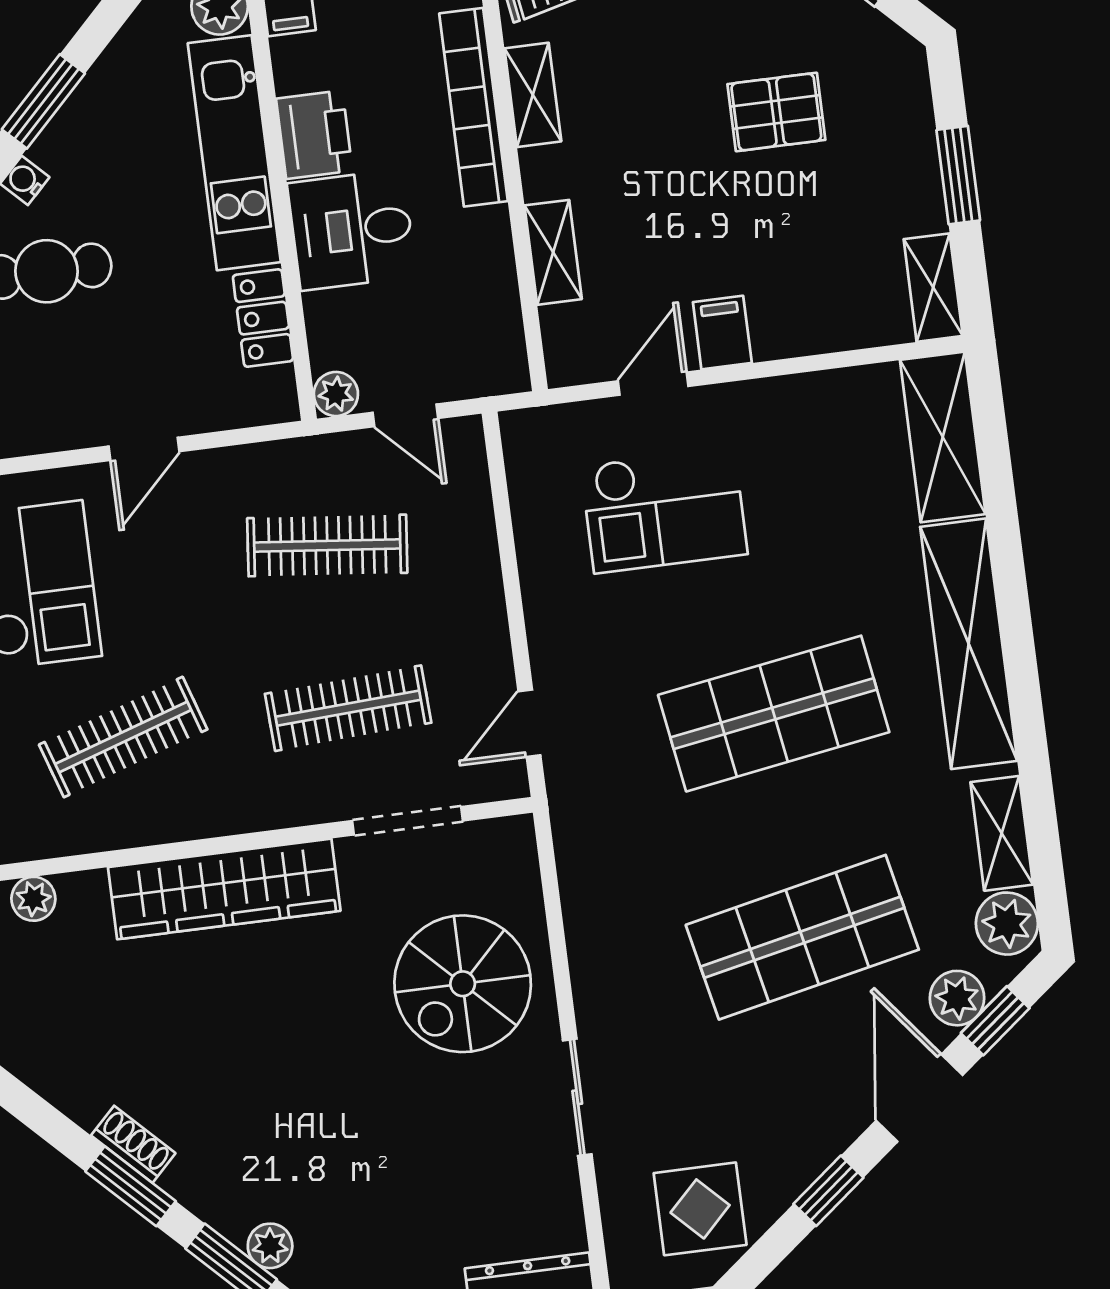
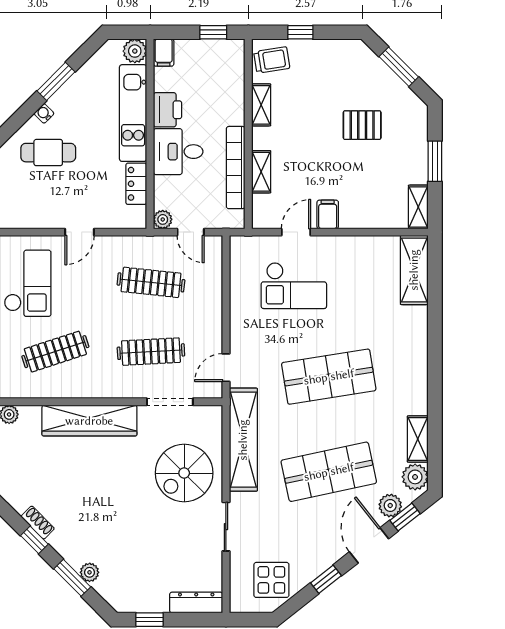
bookcase: (474, 107) -> (236, 168), moved
shelving: (969, 644) -> (243, 440), moved
window: (131, 1186) -> (34, 540), width x0.67

